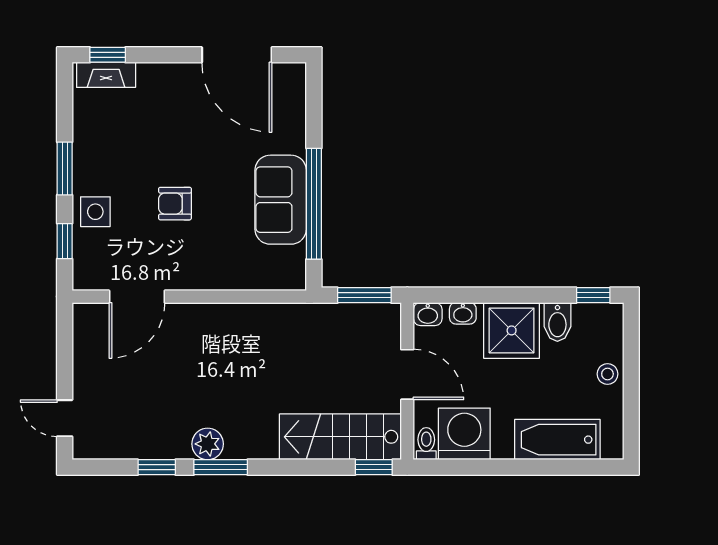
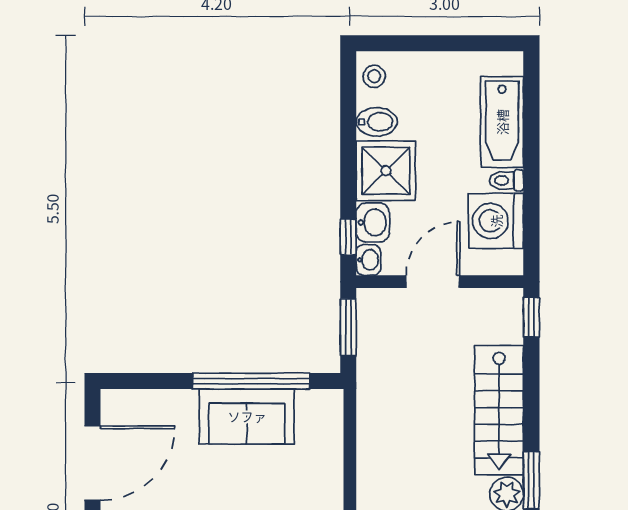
window: (593, 295) -> (348, 237), moved
washbasin: (463, 313) -> (373, 223), width x1.38, depth x1.45
stool: (607, 374) -> (374, 76), moved
stairs: (340, 437) -> (499, 410), moved
toilet: (426, 444) -> (506, 180), moved

